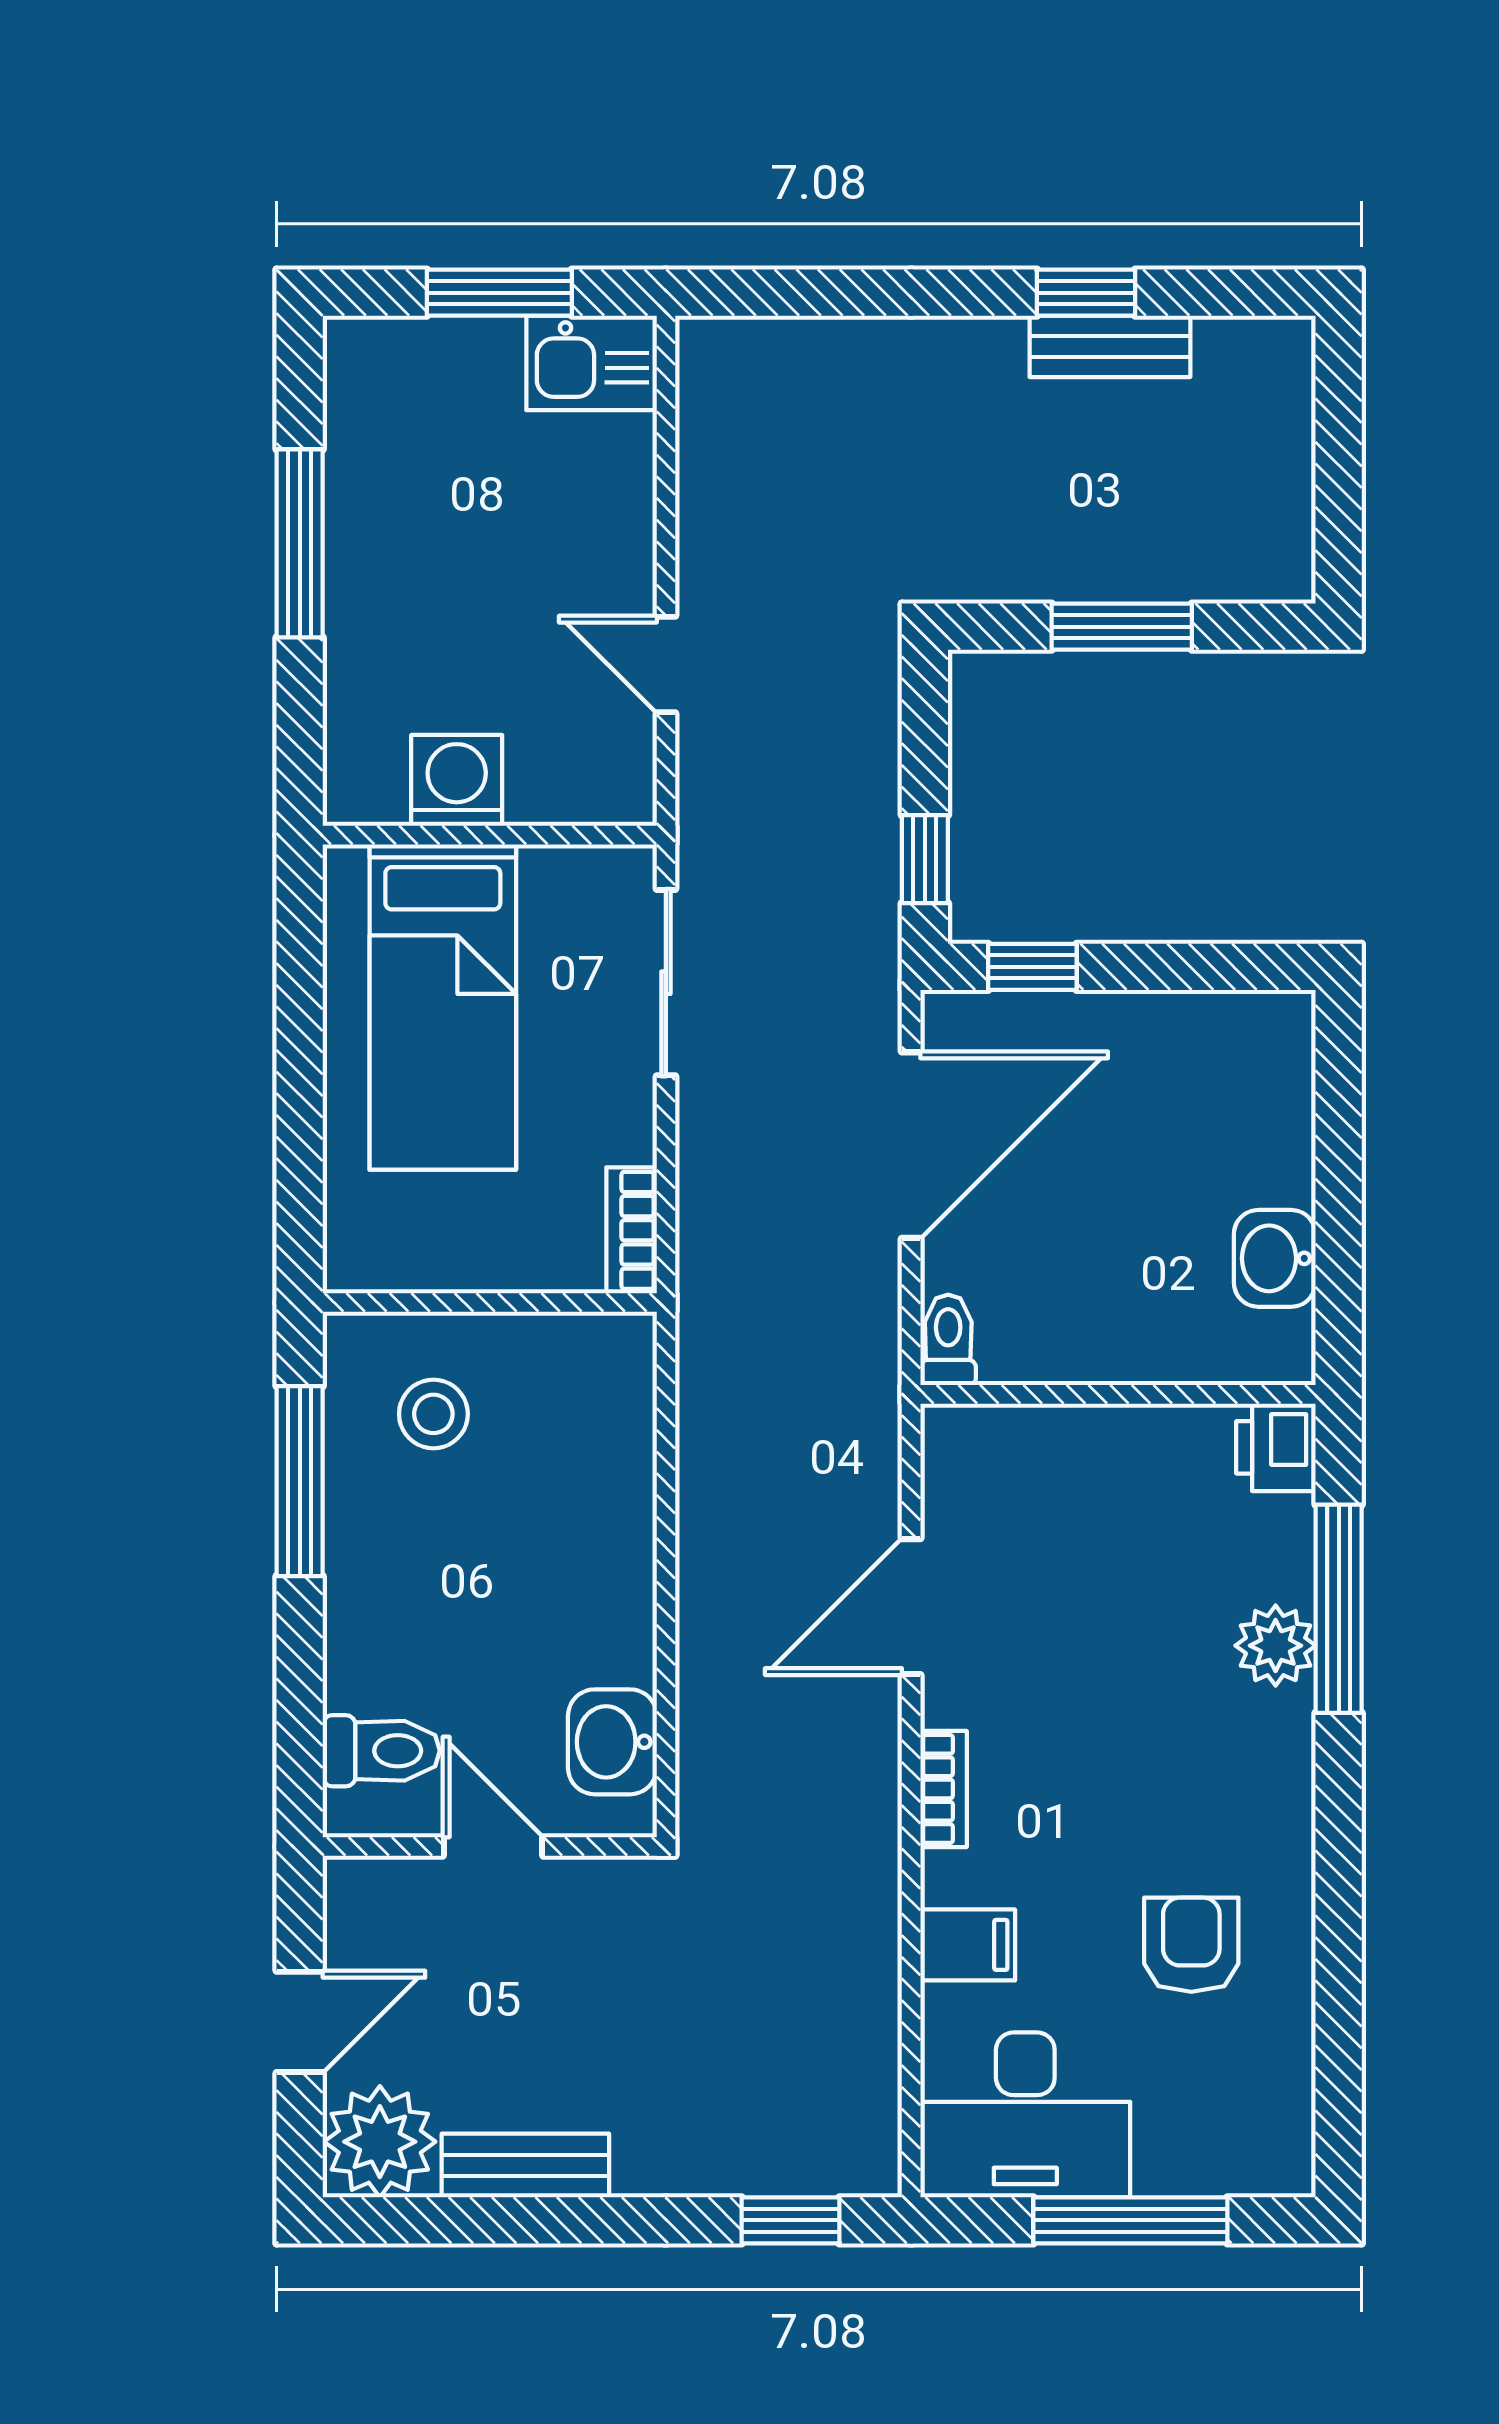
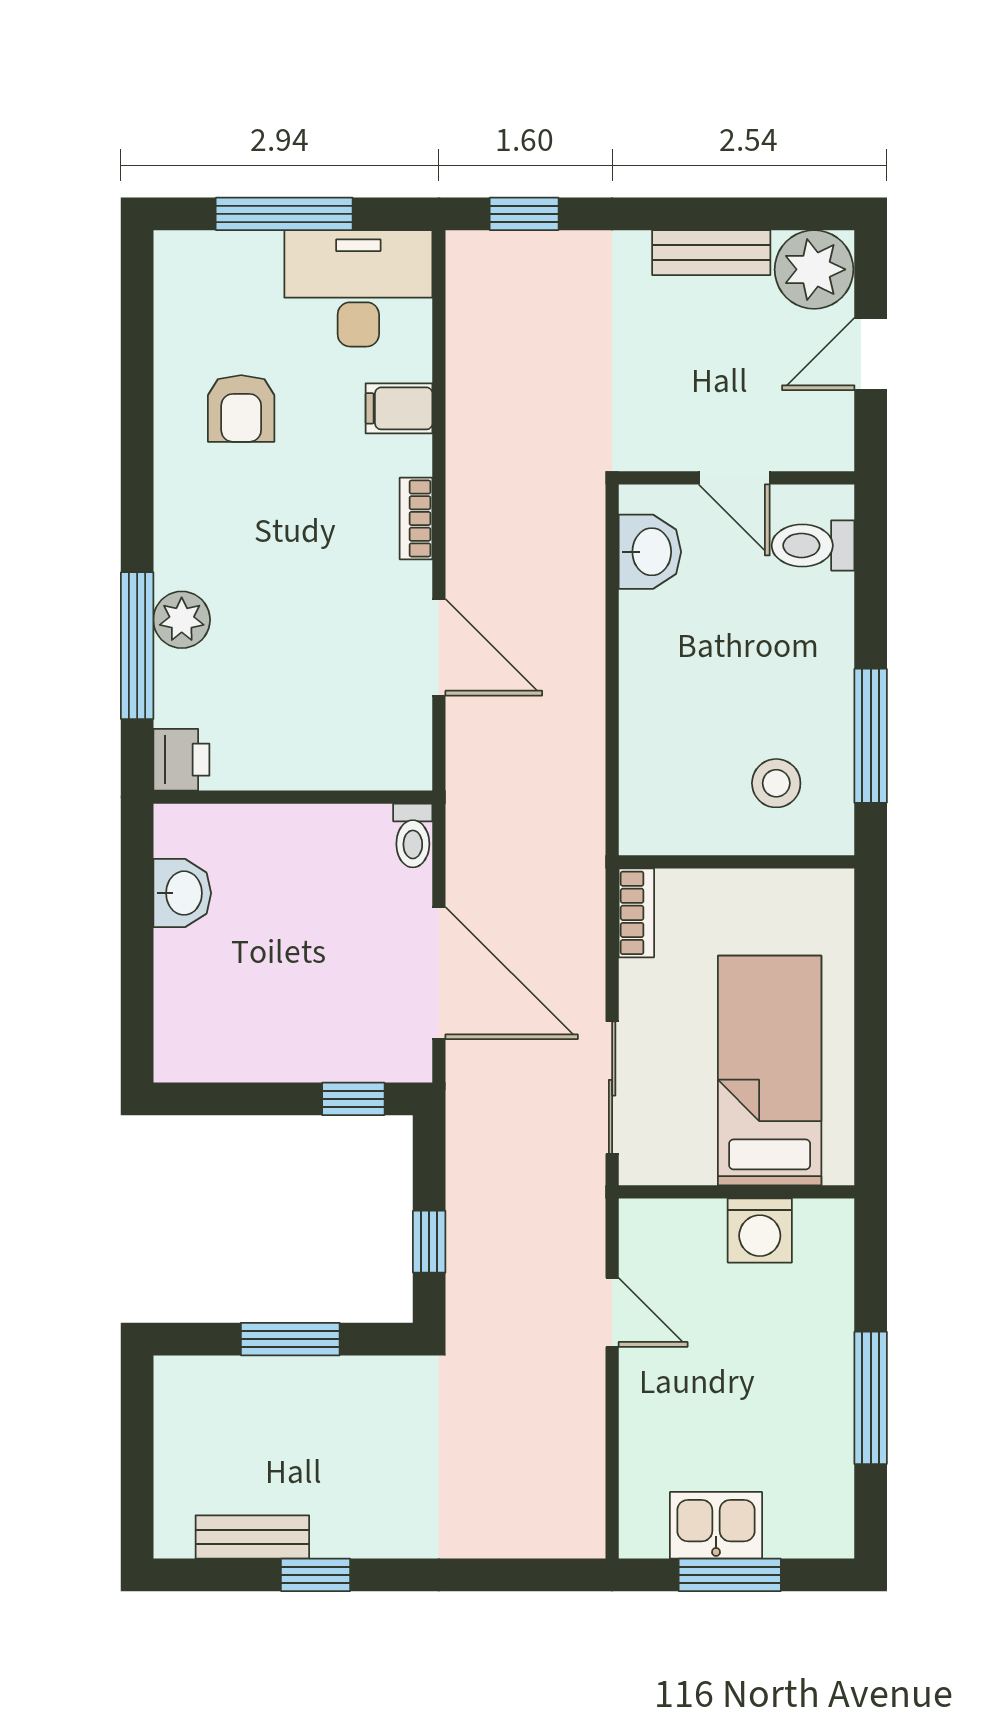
bench: (1110, 346) -> (252, 1537), moved
kitchen sink: (592, 363) -> (716, 1525), moved
window: (925, 859) -> (429, 1242), moved
door: (911, 1145) -> (439, 973), swing flipped
door: (911, 1607) -> (439, 647), hinge flipped

